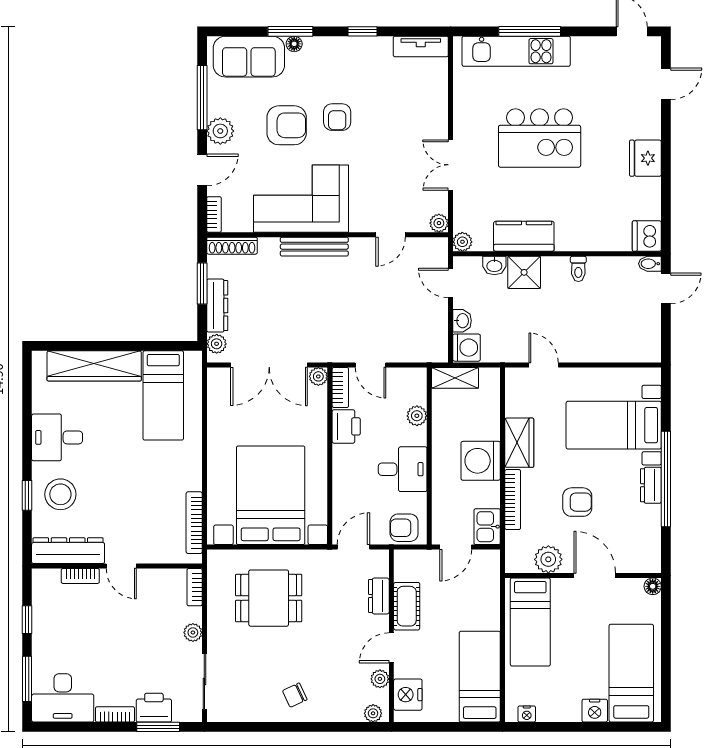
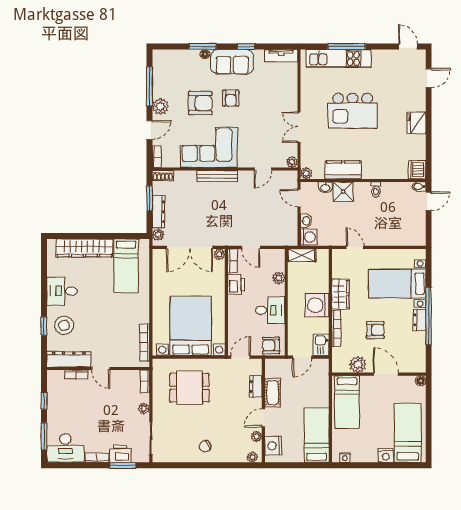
sofa: (249, 57) -> (232, 62), moved
shoe rack: (232, 246) -> (163, 176), width x0.70

